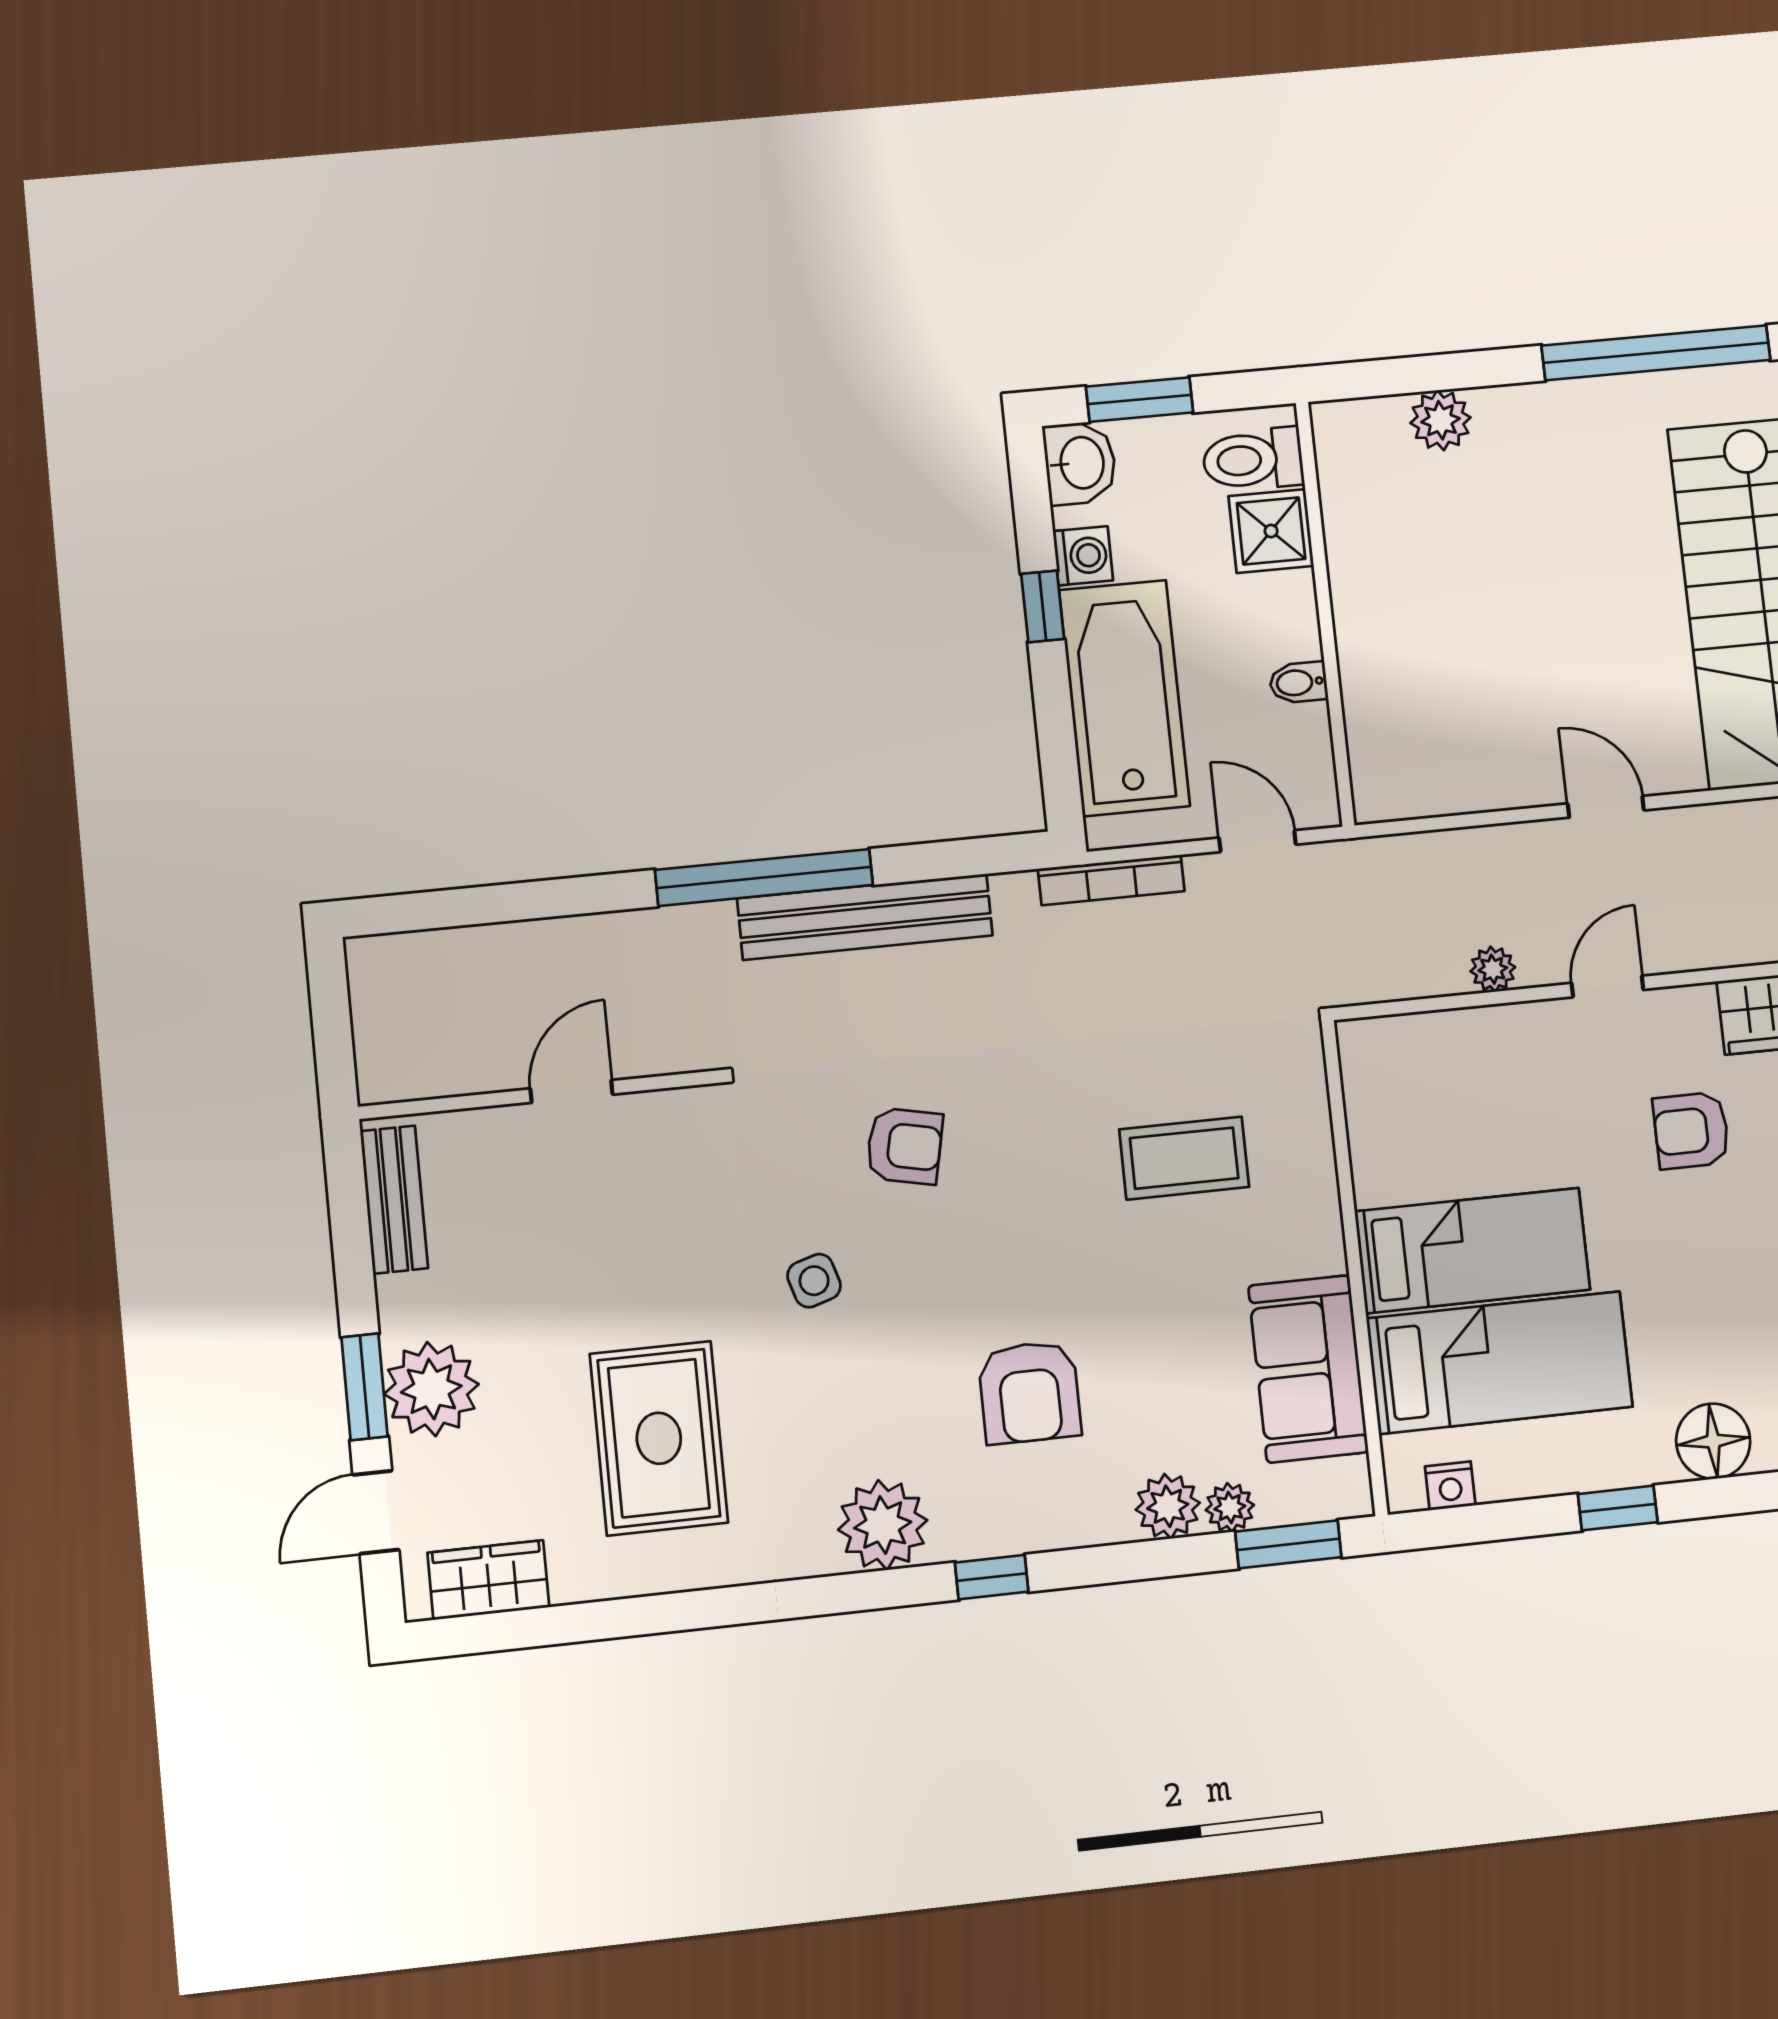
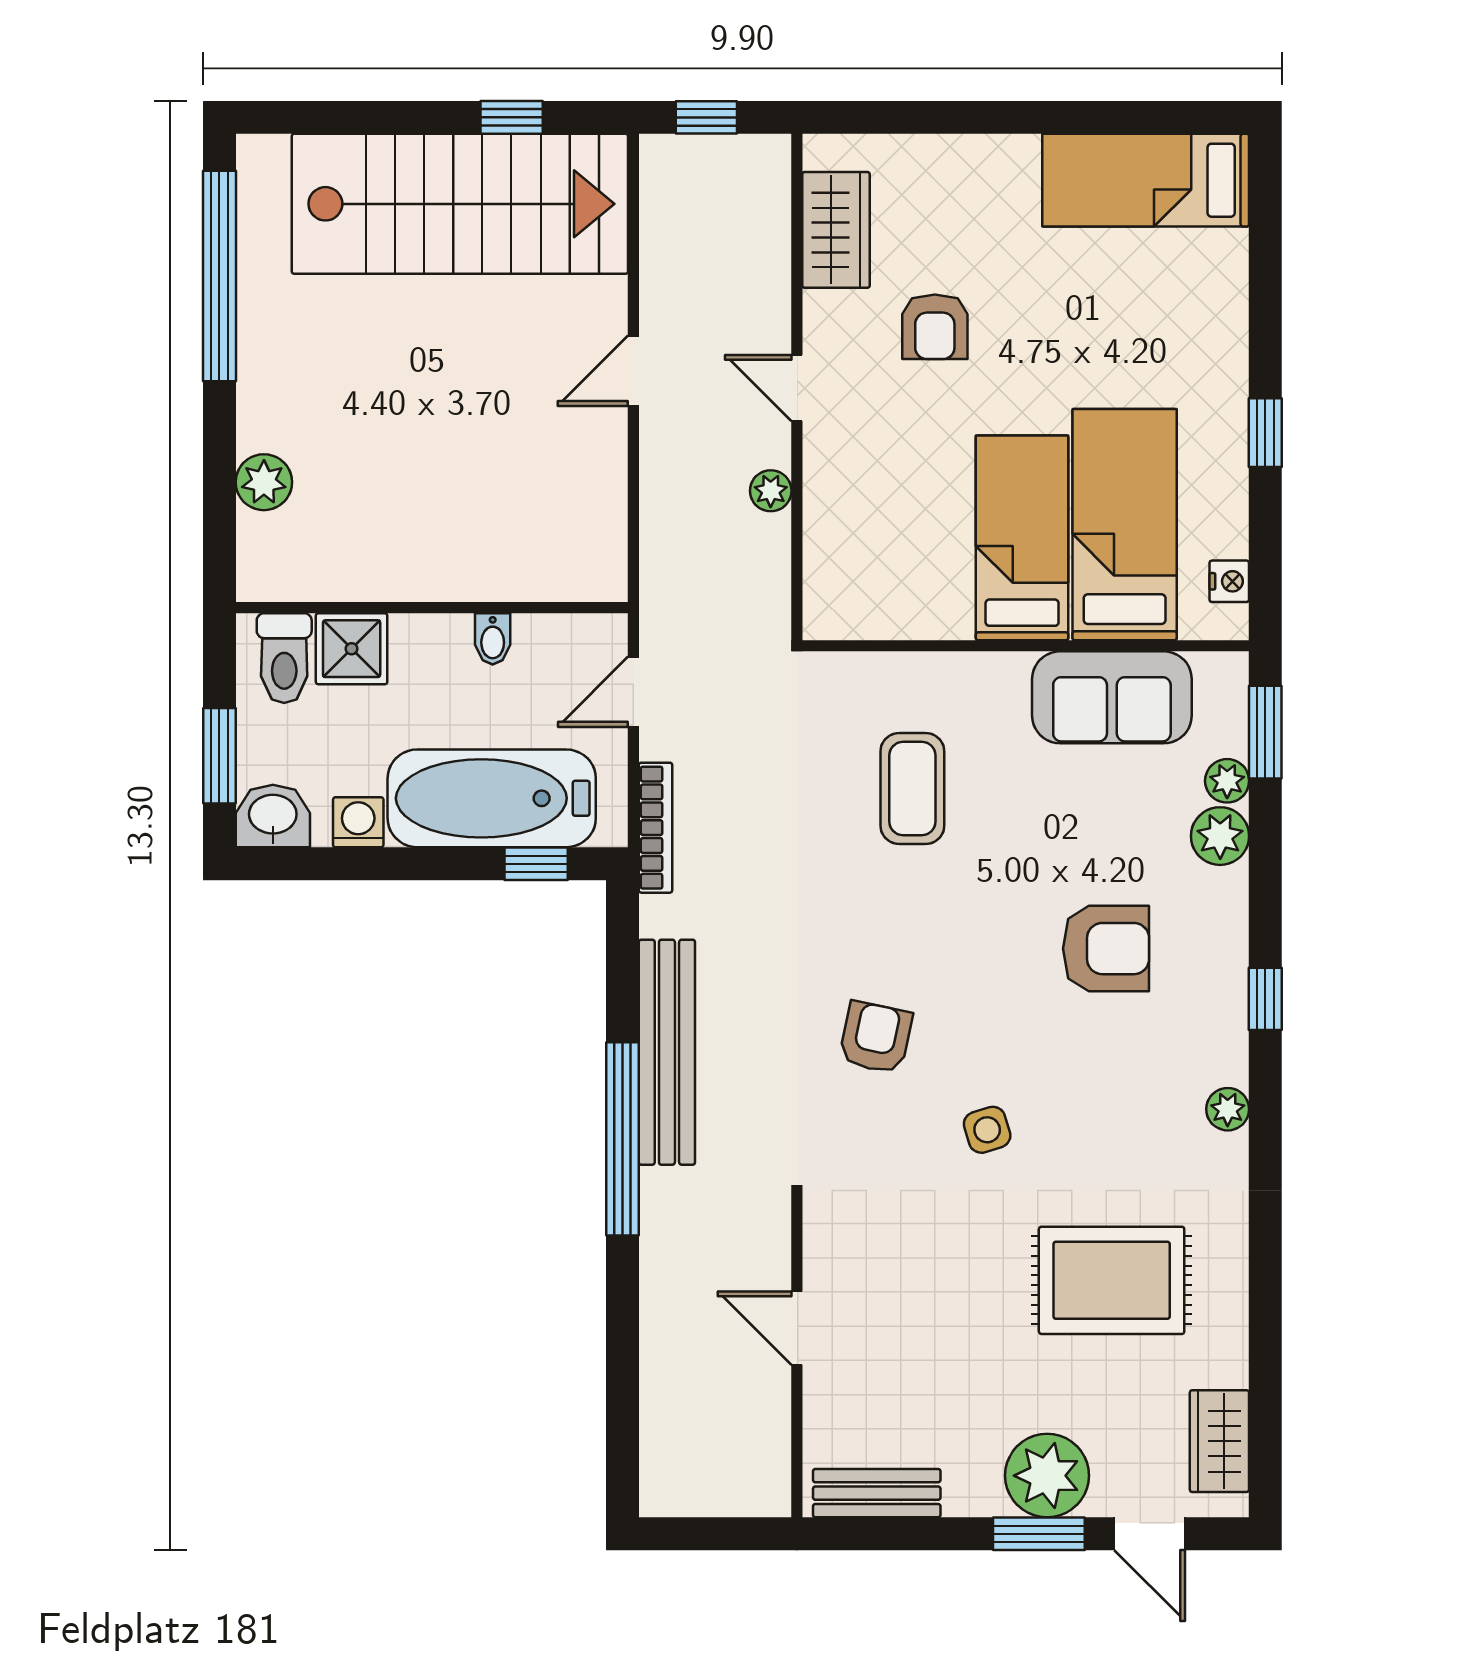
window: (1043, 606) -> (536, 864), moved
floor lamp: (1713, 1441) -> (1215, 339), removed
plant: (883, 1525) -> (1228, 1109), width x0.53, depth x0.53

